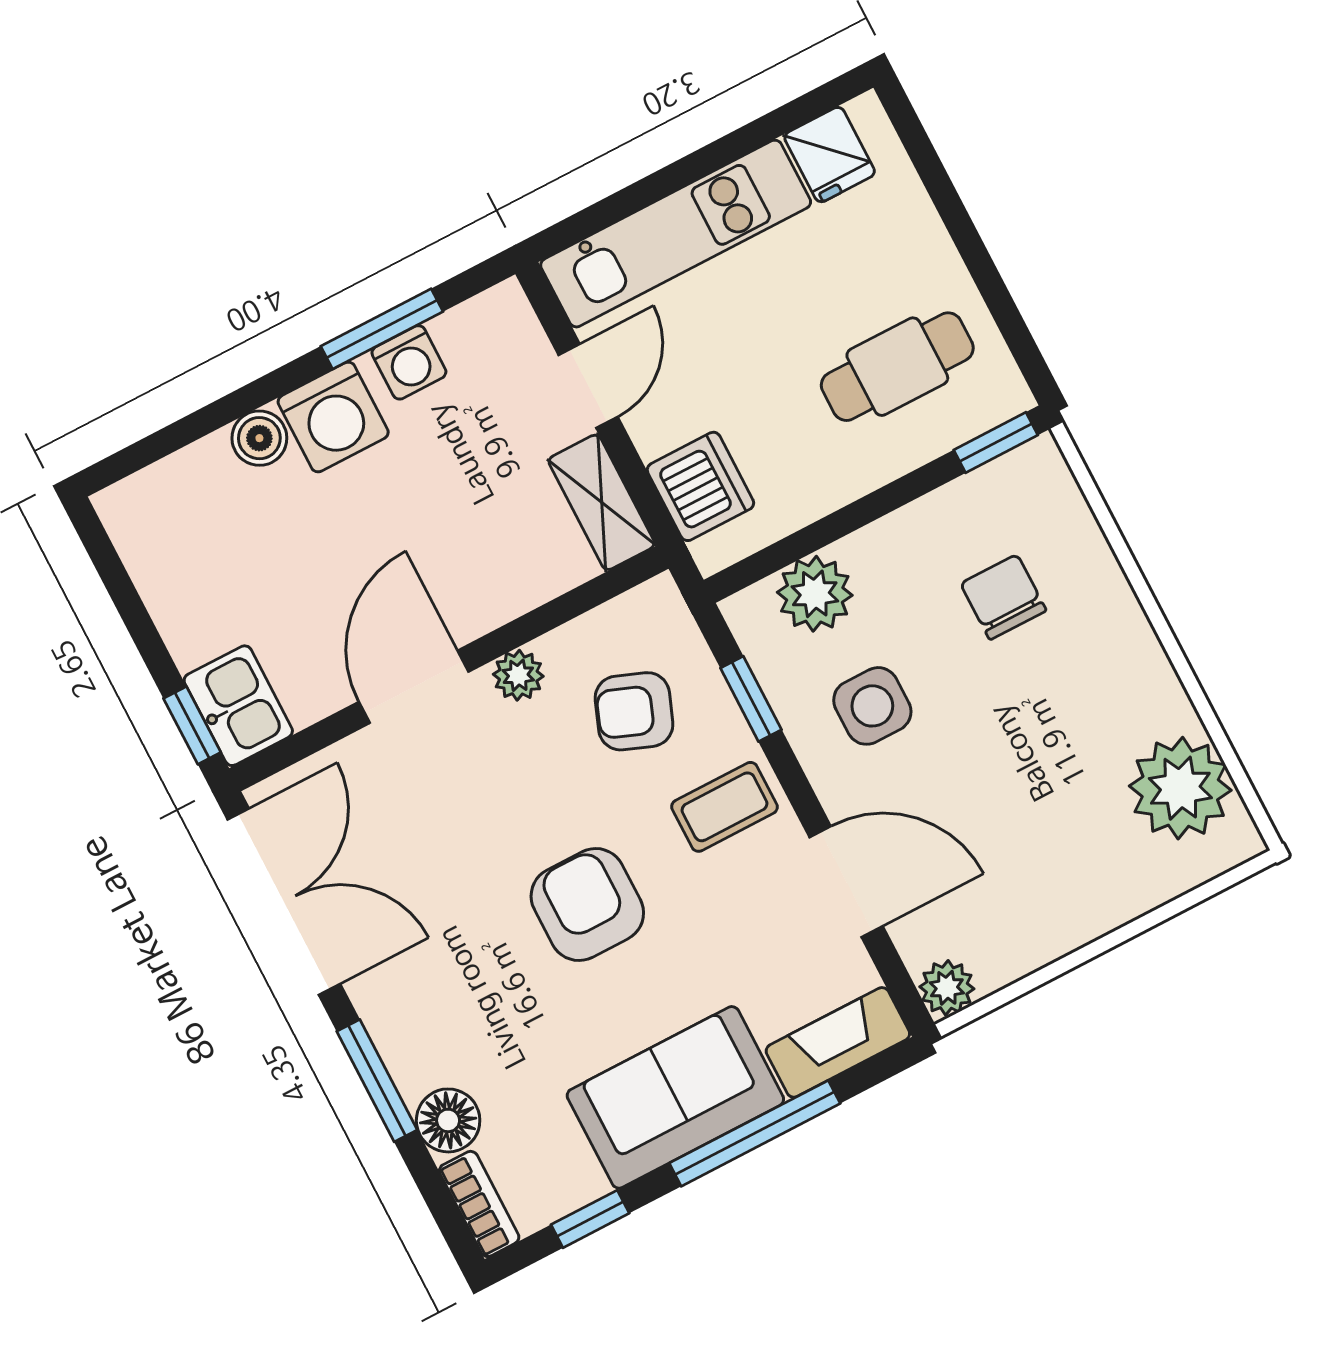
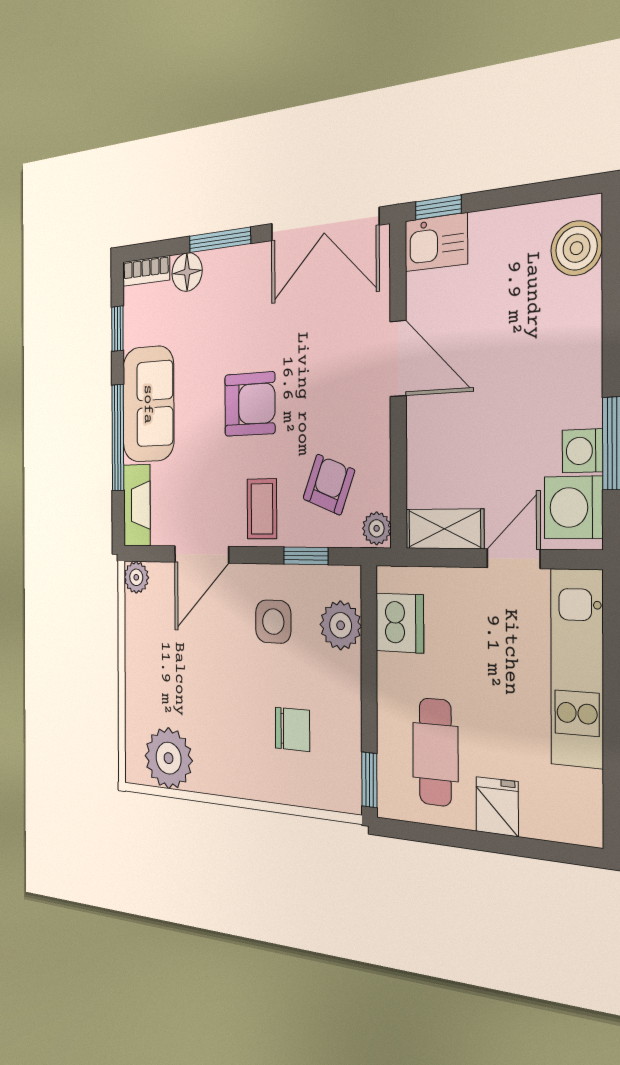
fridge: (830, 155) -> (497, 807), moved, turned 90
door: (588, 386) -> (513, 559), swing flipped
washing machine: (333, 417) -> (573, 508), moved
boiler: (259, 438) -> (577, 248), moved, width x1.36, depth x1.36
dishwasher: (700, 486) -> (400, 623), moved, turned -90
plant: (518, 675) -> (377, 528), moved

